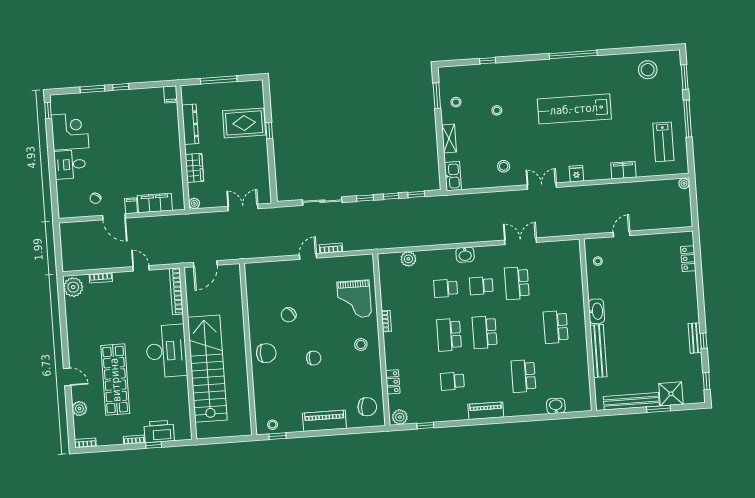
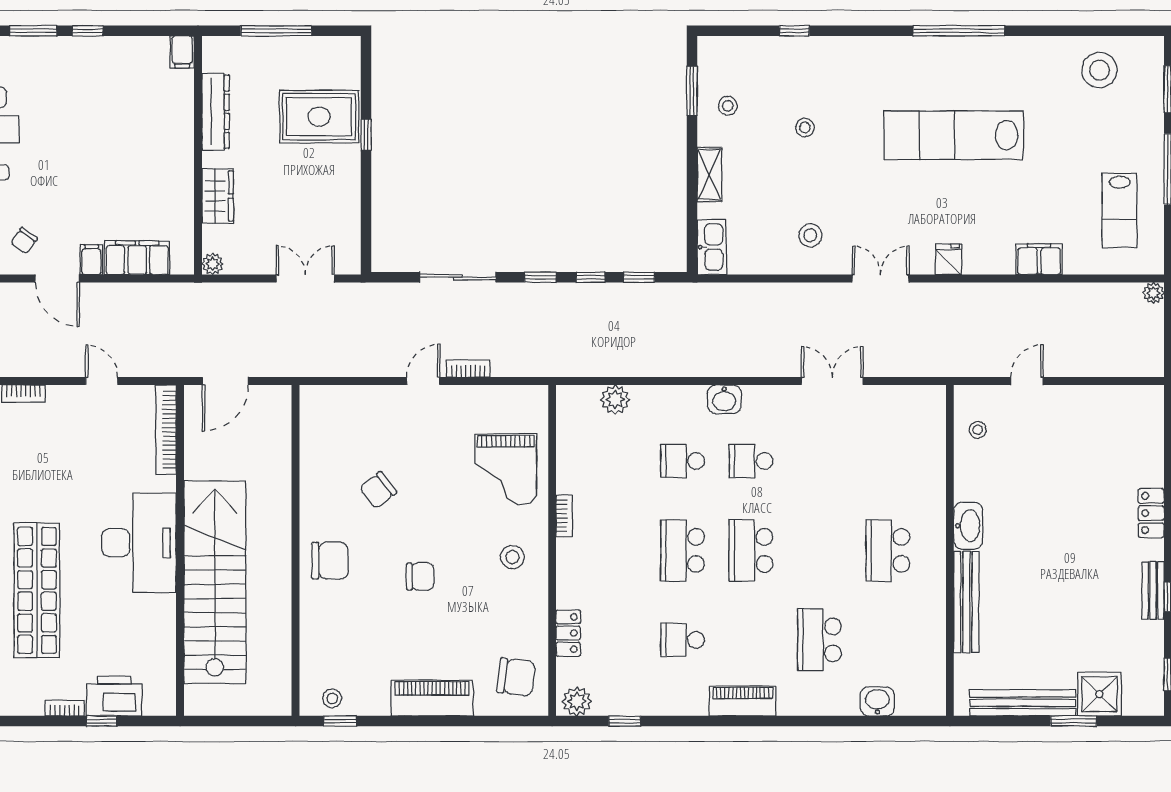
locker: (688, 259) -> (1151, 513), moved
school desk: (517, 283) -> (819, 461), removed

